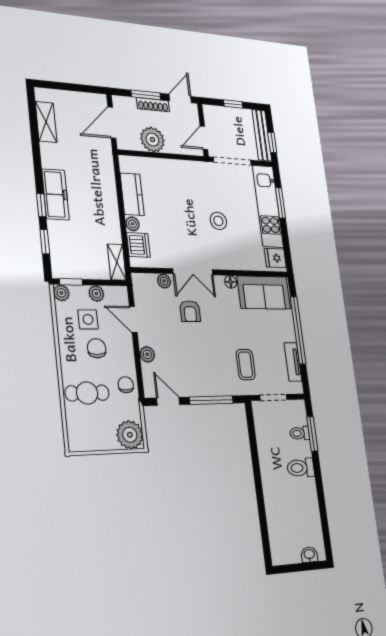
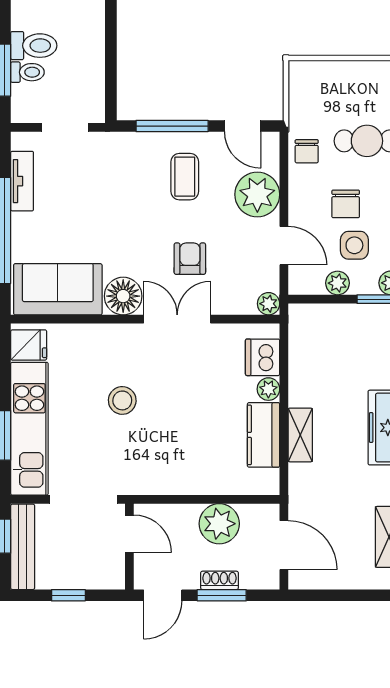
shoe rack: (153, 105) -> (220, 580), width x0.70
door: (112, 123) -> (284, 545), hinge flipped
door: (204, 138) -> (129, 534), hinge flipped
shelving: (117, 262) -> (300, 435), moved
plant: (164, 281) -> (269, 304), moved
floor lamp: (231, 282) -> (123, 296), width x1.89, depth x1.89
plant: (147, 354) -> (257, 194), width x1.88, depth x1.88
coffee table: (246, 365) -> (185, 177), moved
plant: (130, 435) -> (309, 81), removed
toilet: (301, 468) -> (34, 46), moved

